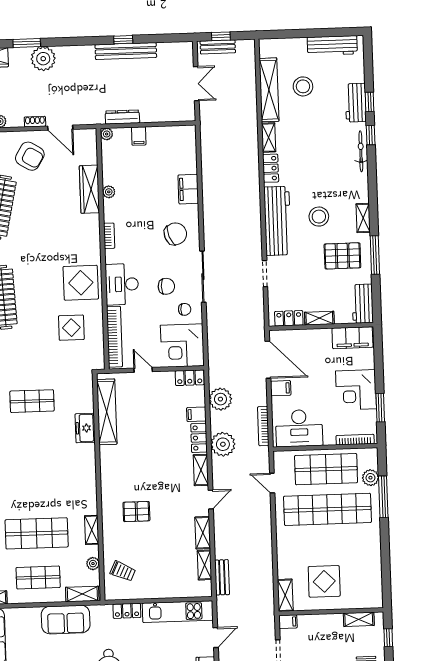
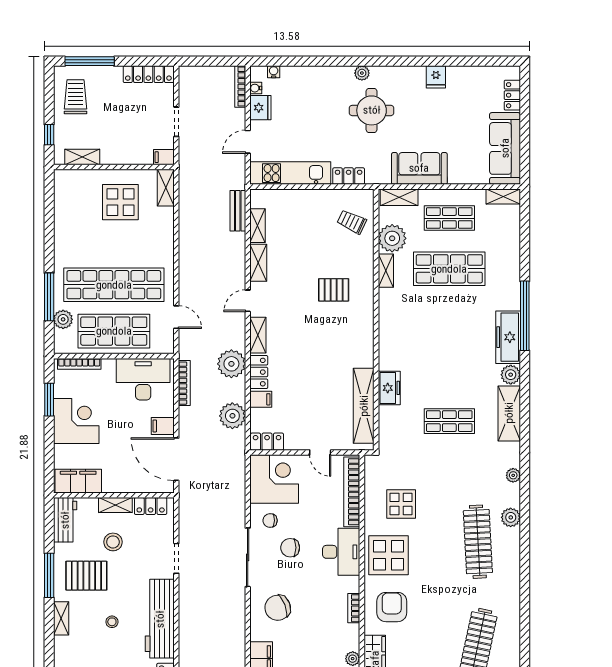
stool: (319, 217) -> (112, 622), width x0.53, depth x0.53
armchair: (76, 238) -> (392, 607), added
stool: (320, 286) -> (113, 542), added
plant: (93, 564) -> (392, 238), width x1.87, depth x1.87

